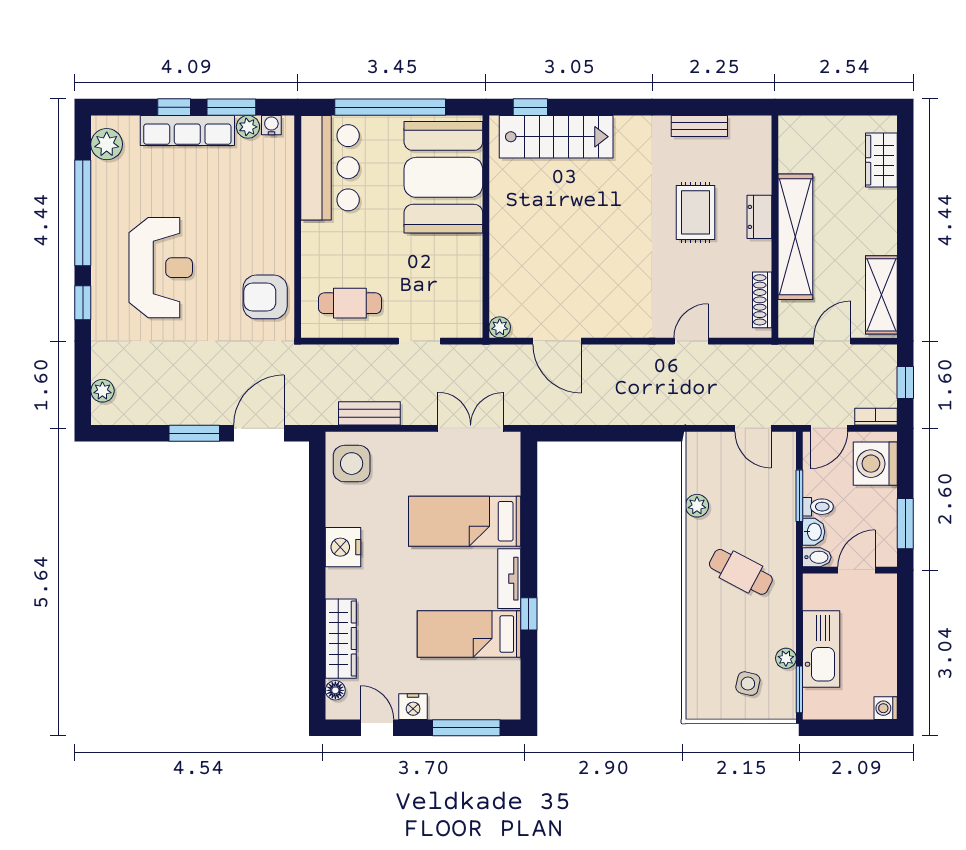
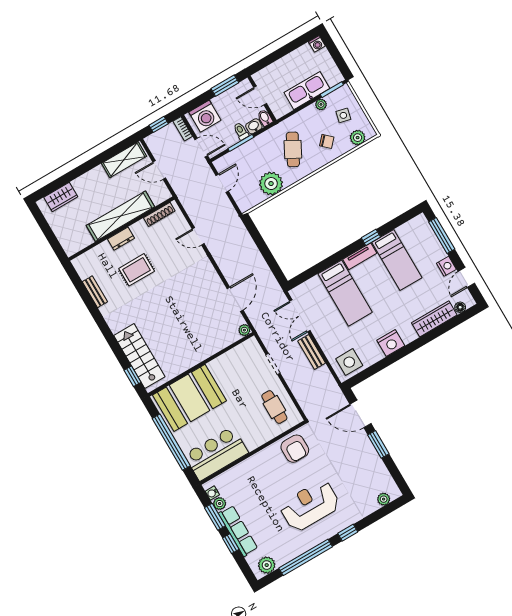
bench: (369, 413) -> (312, 352), moved
plant: (697, 506) -> (271, 184), width x1.88, depth x1.88
chair: (722, 633) -> (327, 141), added
plant: (699, 686) -> (358, 138), added

